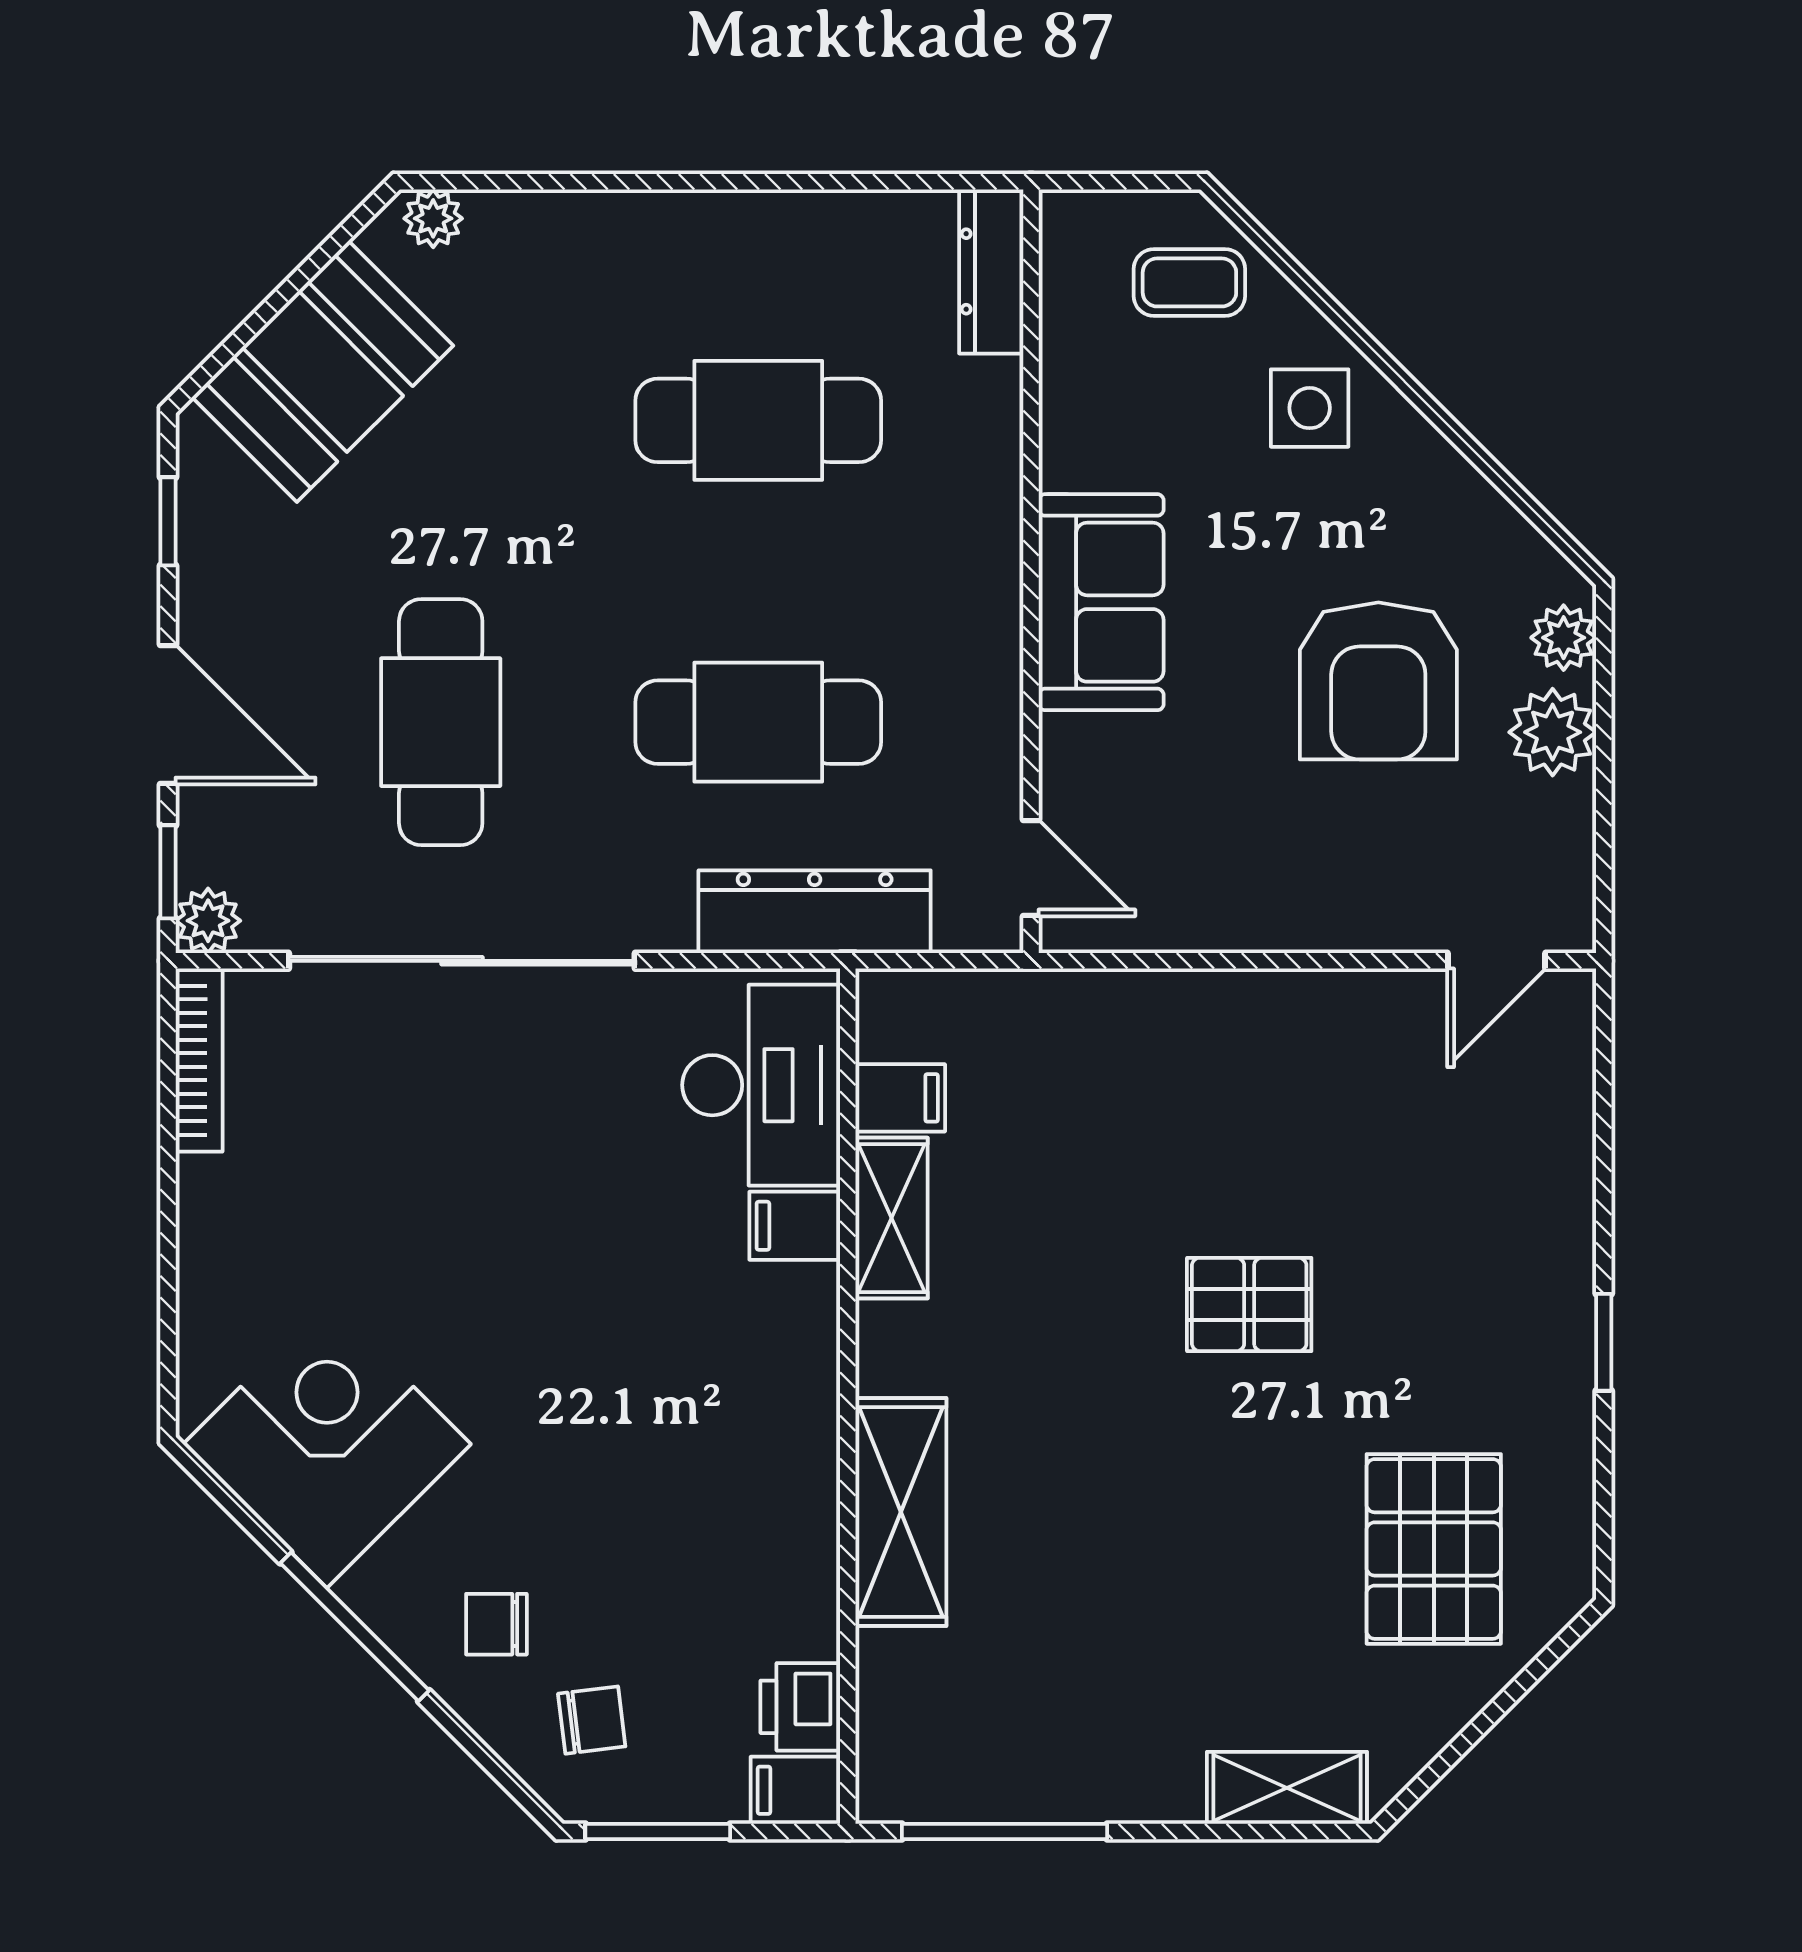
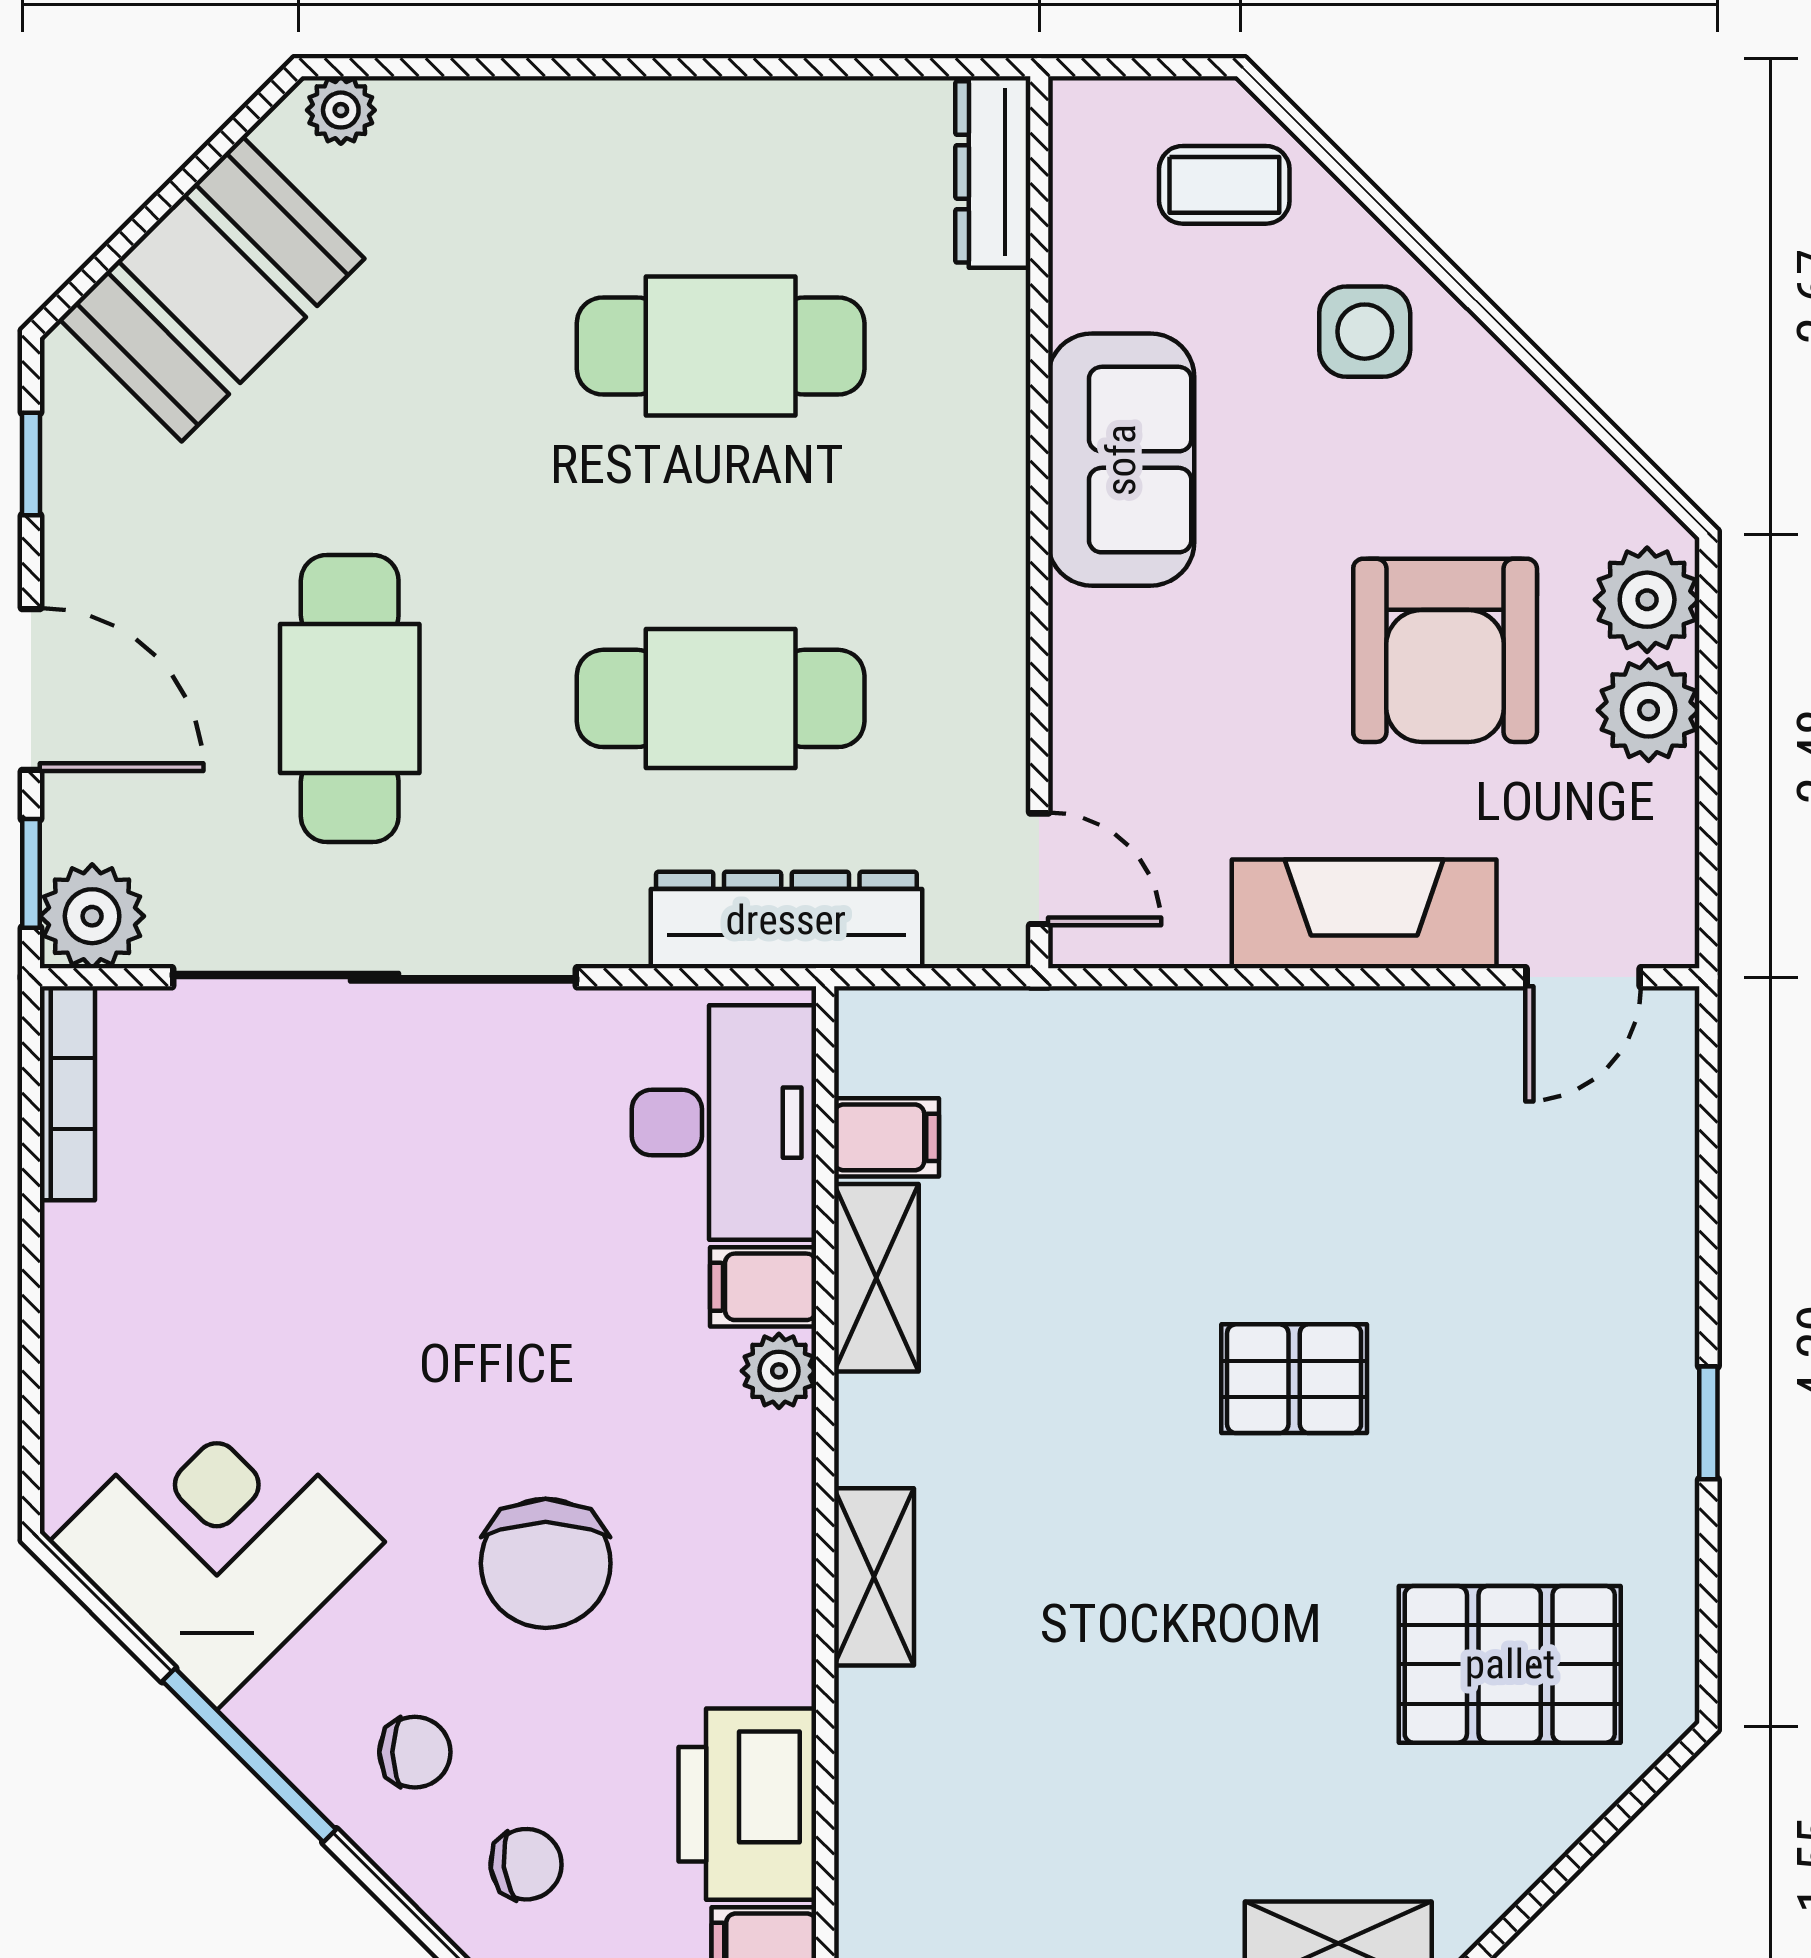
sofa: (1101, 602) -> (1121, 460), moved
plant: (1564, 638) -> (1647, 600), width x1.38, depth x1.38
fireplace: (1309, 907) -> (1364, 914), added
plant: (208, 921) -> (92, 916), width x1.38, depth x1.38
plant: (808, 1298) -> (779, 1371), added
chair: (608, 1462) -> (546, 1563), added
shelving: (901, 1512) -> (874, 1577), width x0.67, depth x0.75
pallet: (1434, 1549) -> (1510, 1664), turned 90
chair: (496, 1624) -> (415, 1752), turned 180
printer: (800, 1707) -> (747, 1804), width x1.87, depth x1.48

